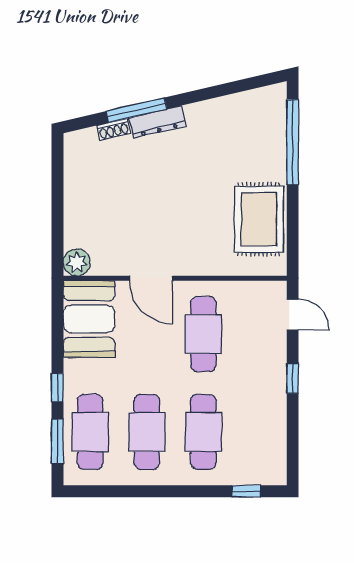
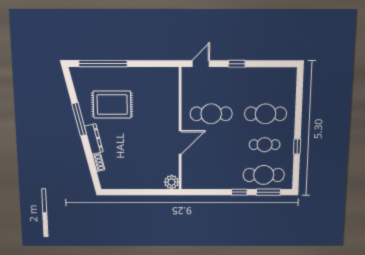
window: (136, 110) -> (79, 119), moved
rug: (259, 219) -> (112, 105), moved
booth: (89, 319) -> (202, 176), removed
cafe table: (147, 432) -> (265, 145), width x0.73, depth x0.74
window: (246, 491) -> (297, 147), moved

